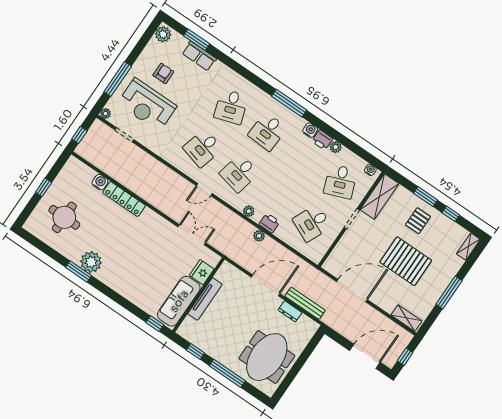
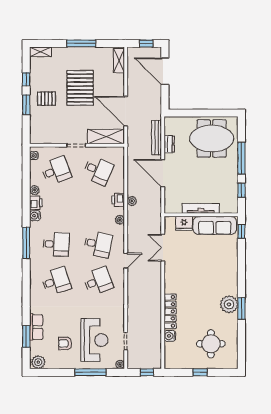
desk: (203, 148) -> (98, 281), turned -36
door: (204, 189) -> (126, 261), hinge flipped
shelving: (379, 197) -> (106, 137), moved

